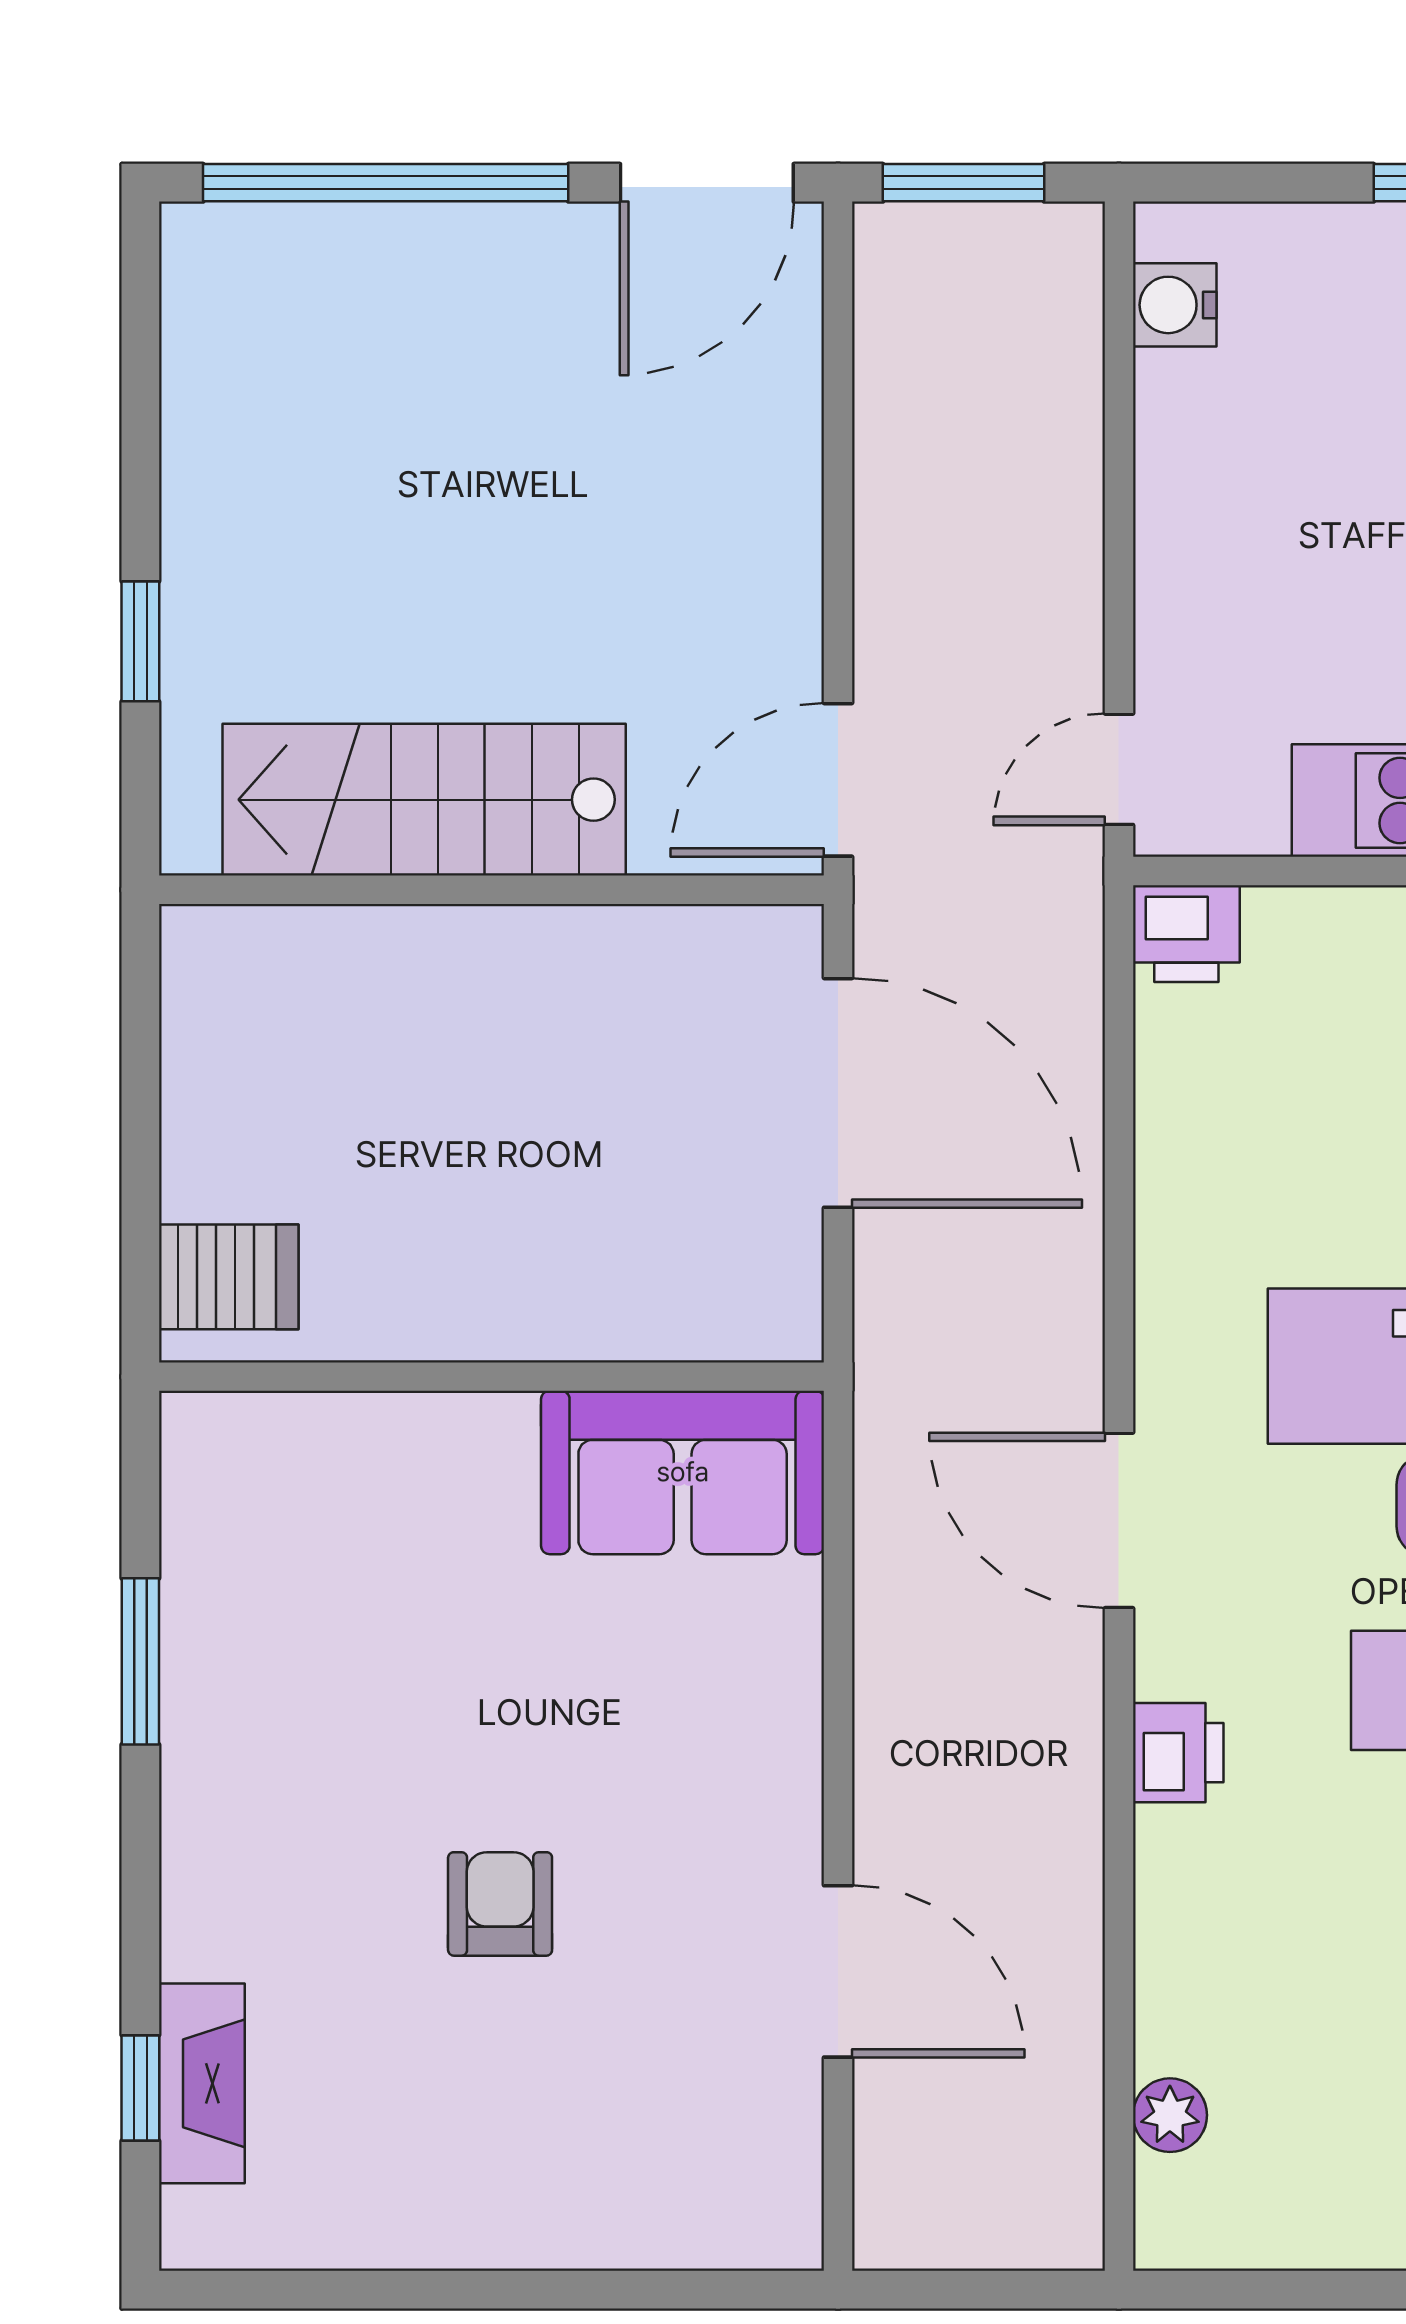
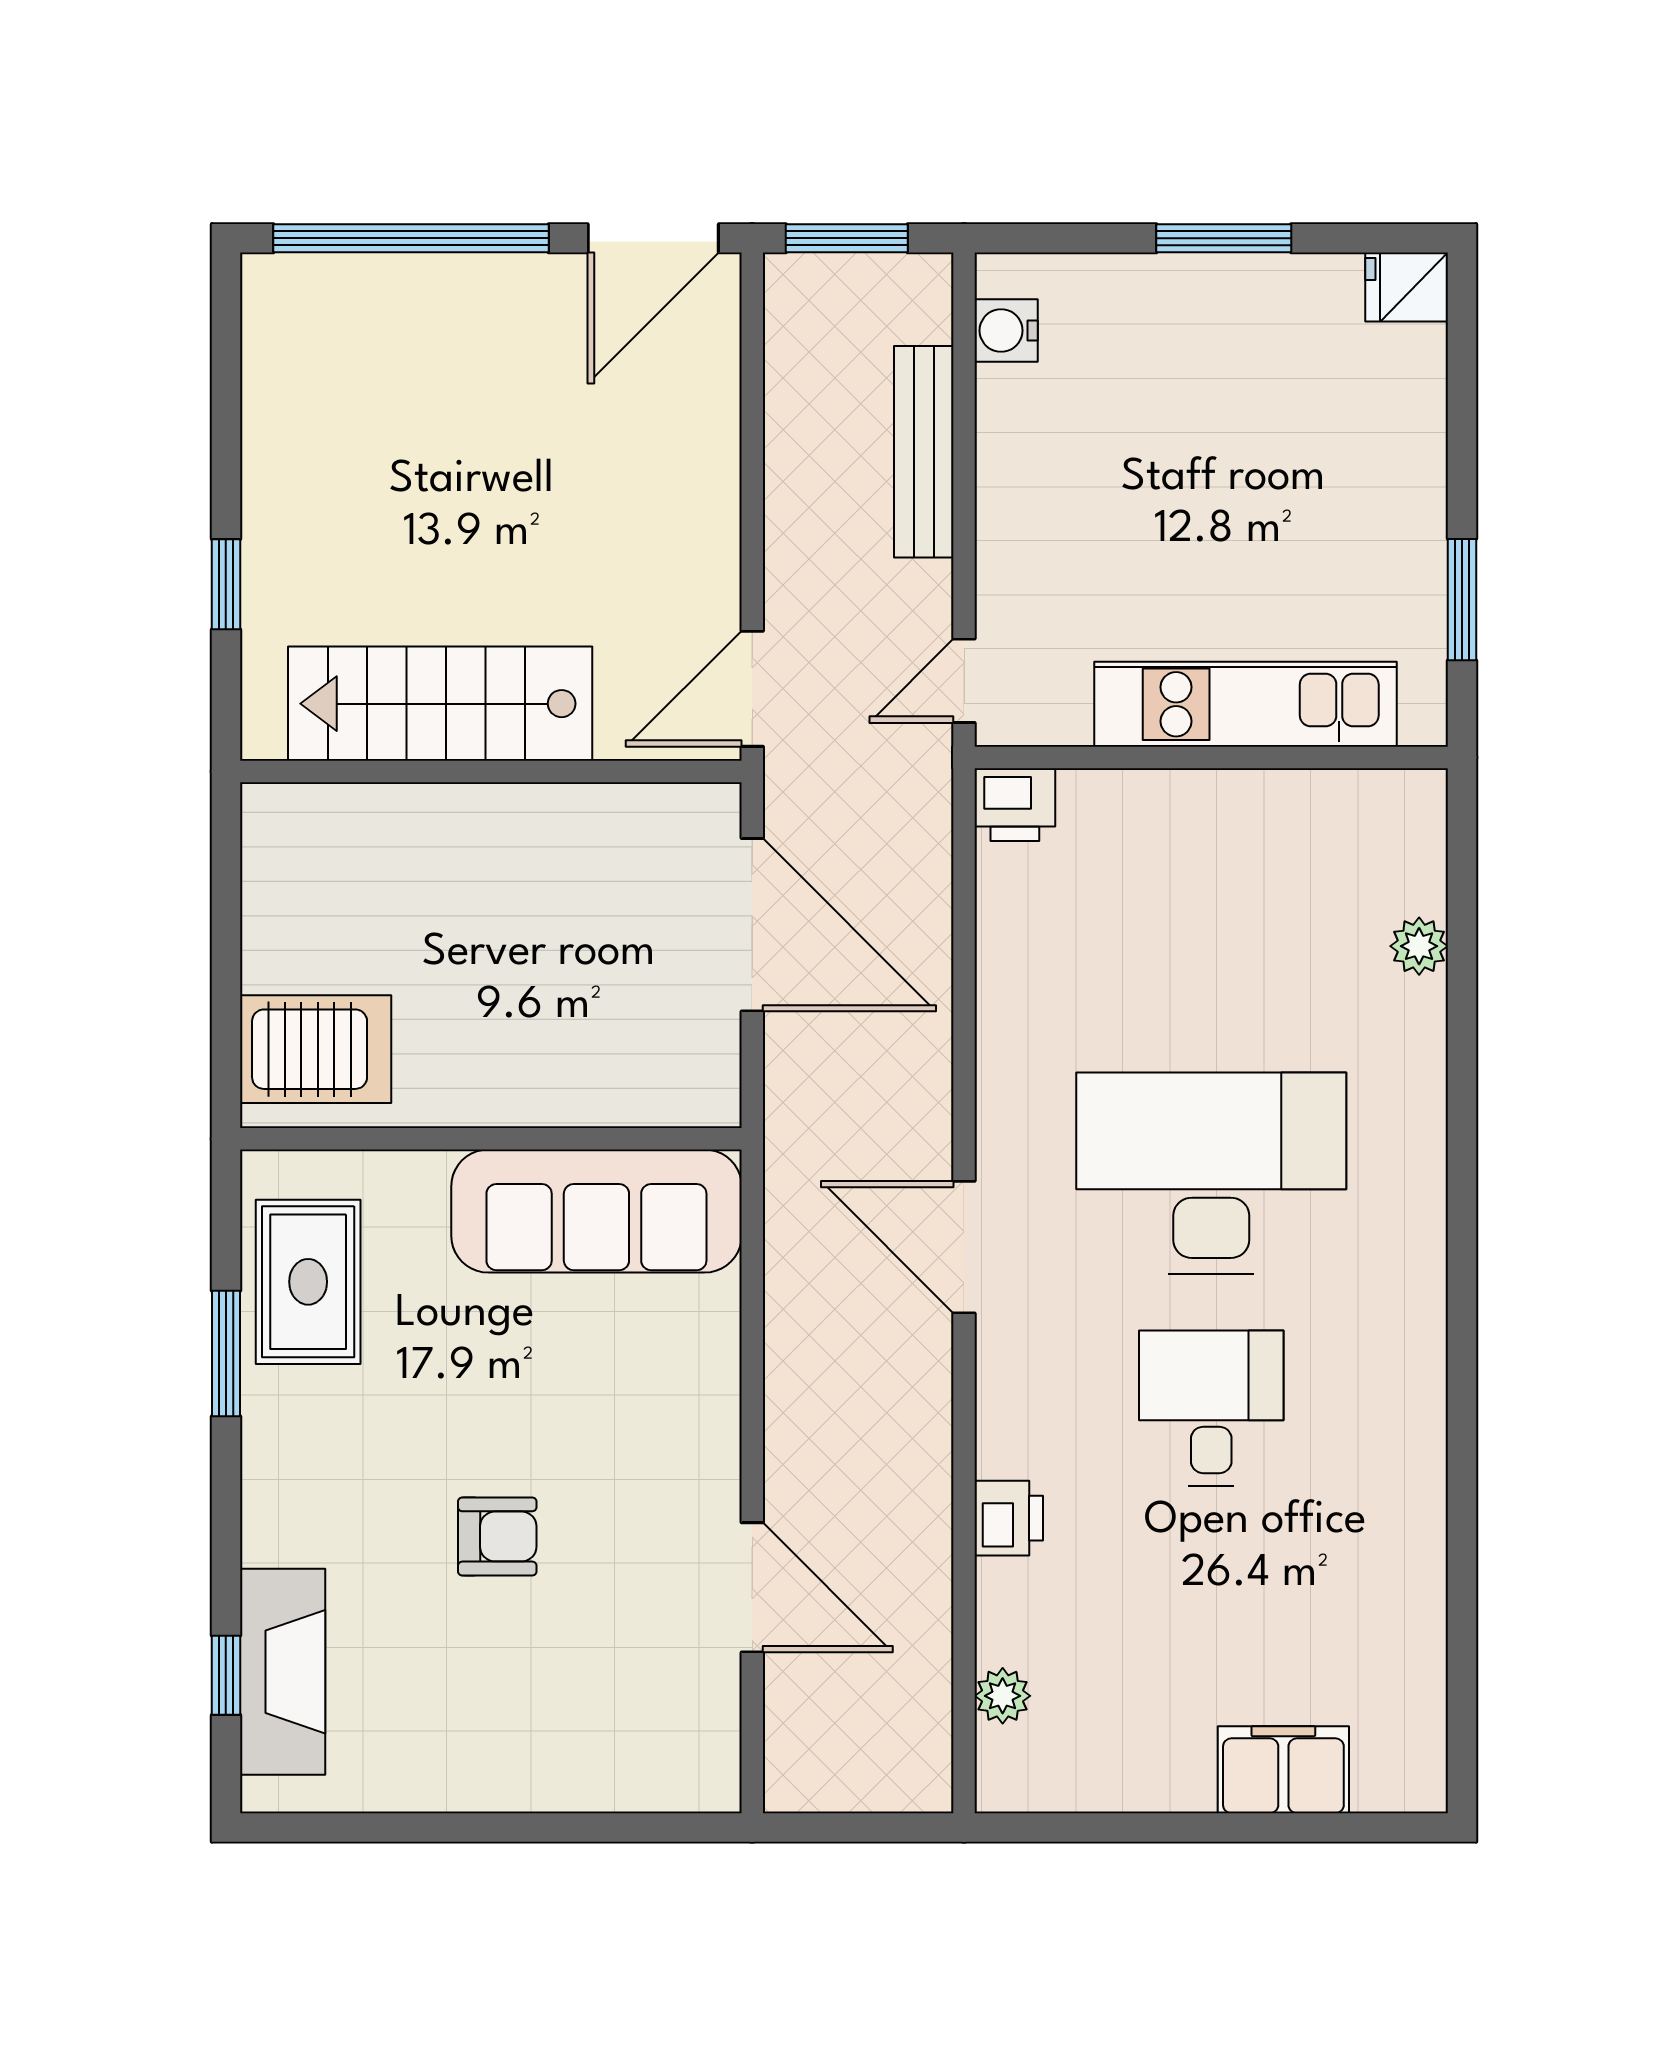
bench: (1066, 466) -> (924, 452), added
server rack: (229, 1277) -> (316, 1049), width x1.36, depth x1.44
sofa: (683, 1472) -> (596, 1211), width x1.36
rug: (249, 1566) -> (308, 1282), added
printer: (1178, 1753) -> (1009, 1518), moved
armchair: (500, 1904) -> (497, 1536), turned 90
fireplace: (202, 2083) -> (283, 1672), width x1.37, depth x1.32

